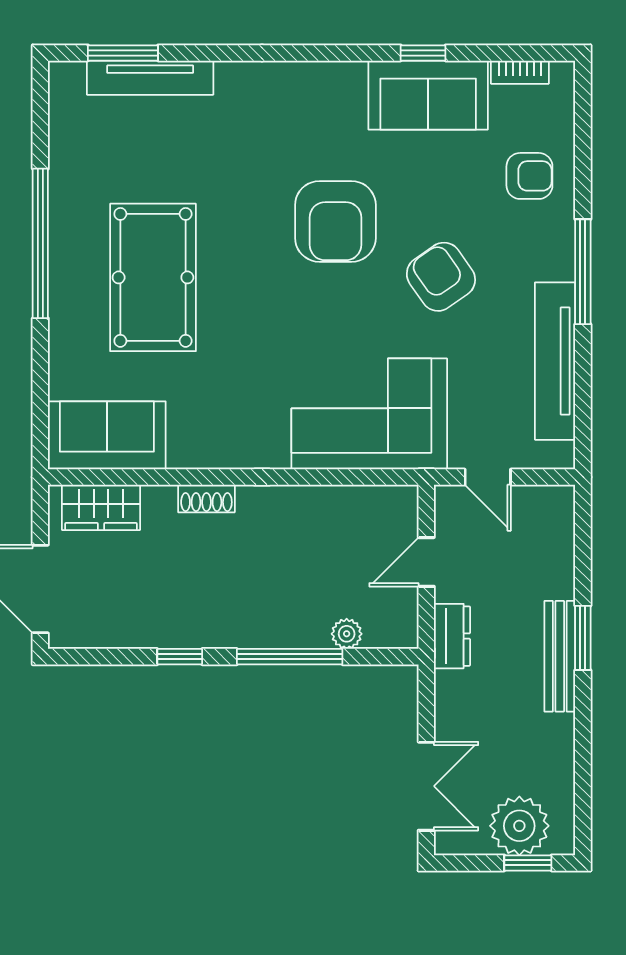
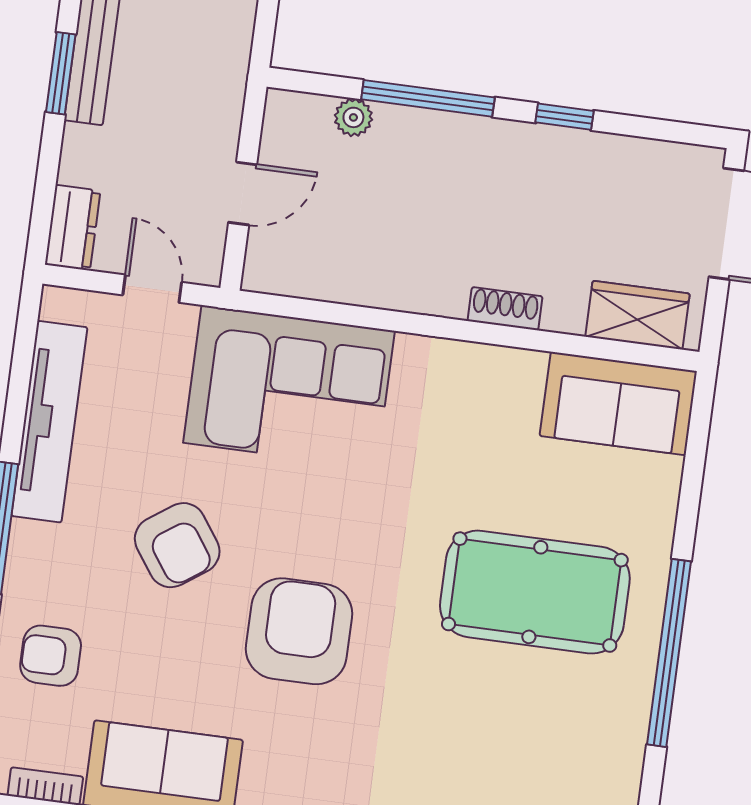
pool table: (153, 277) -> (535, 592), turned 90
dresser: (452, 636) -> (73, 228), moved, turned 180

